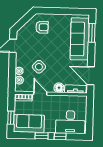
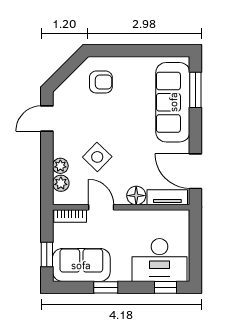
window: (60, 136) -> (166, 287), moved

